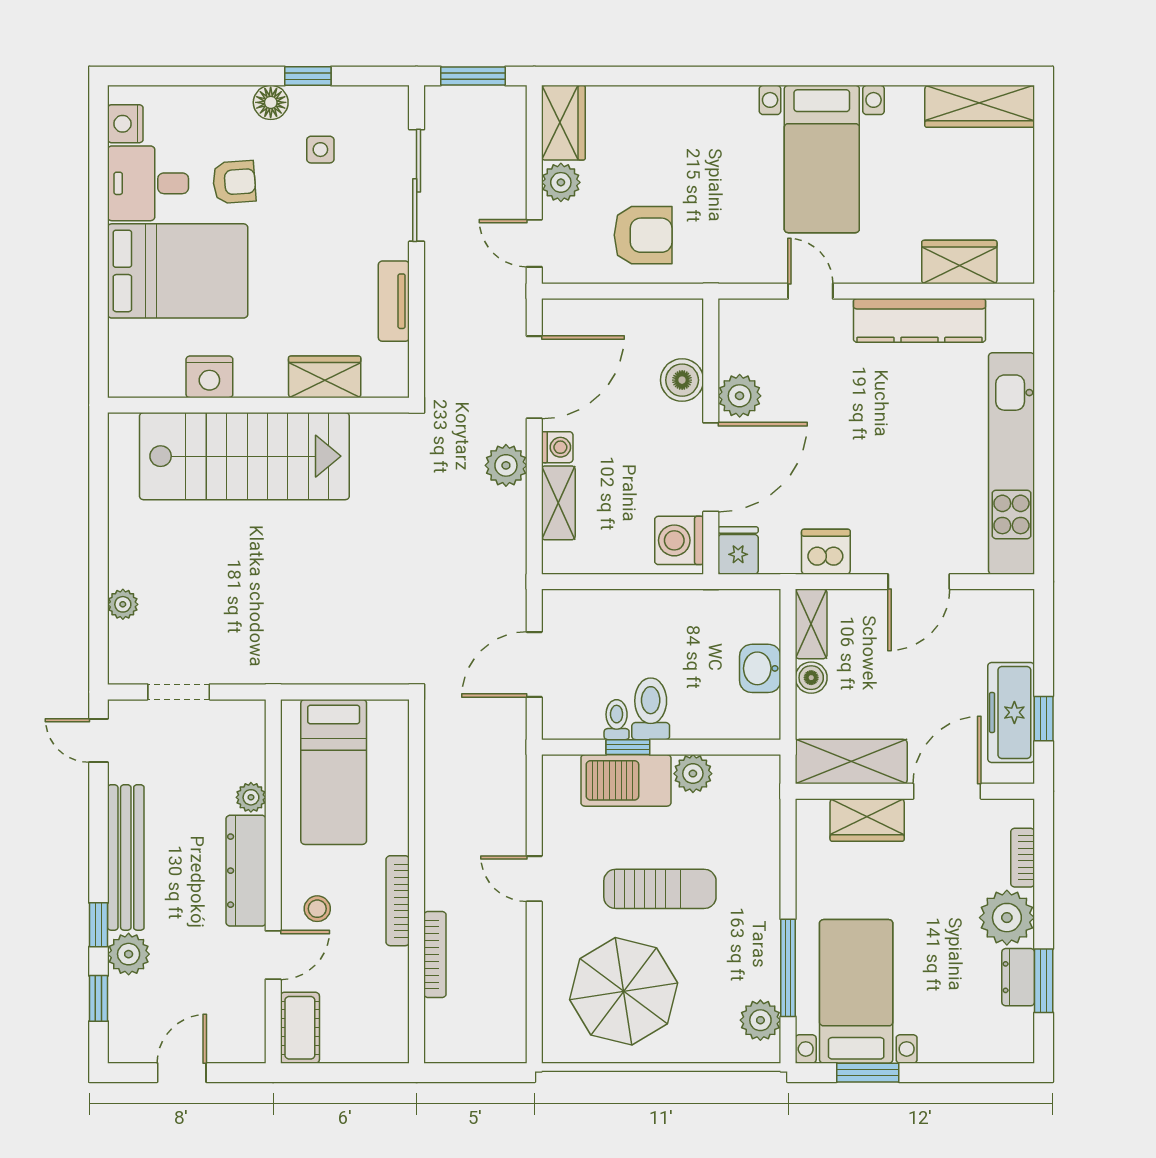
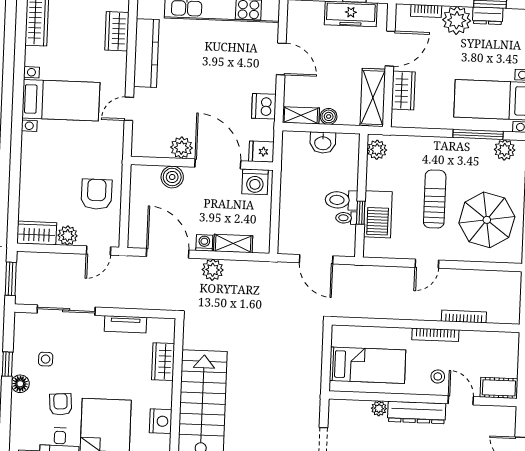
plant: (693, 774) -> (377, 150), moved
door: (947, 791) -> (390, 49), swing flipped

